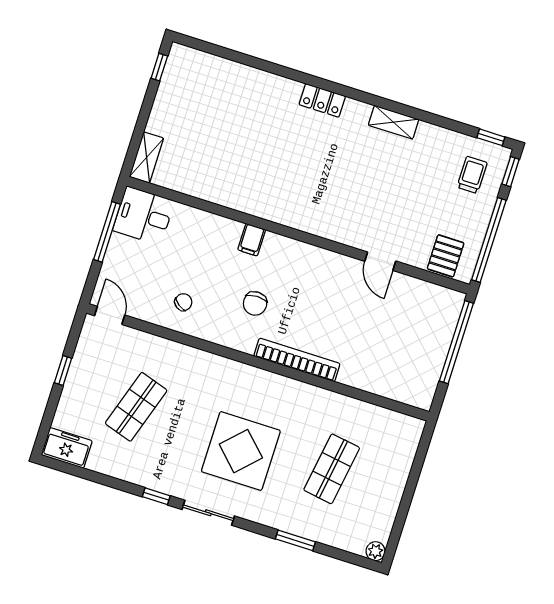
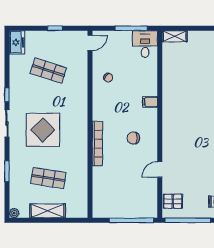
chair: (255, 303) -> (133, 138), moved
shelving: (391, 489) -> (48, 211), added

